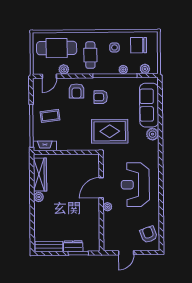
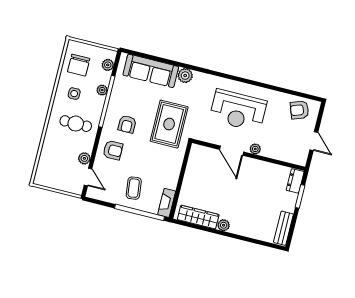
cafe table: (57, 48) -> (58, 160), removed
dresser: (73, 246) -> (295, 181), moved

